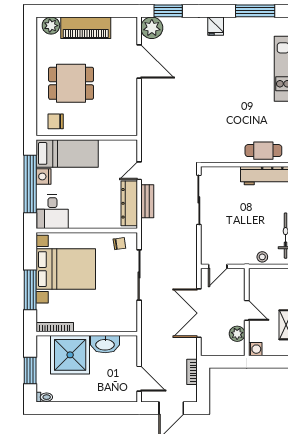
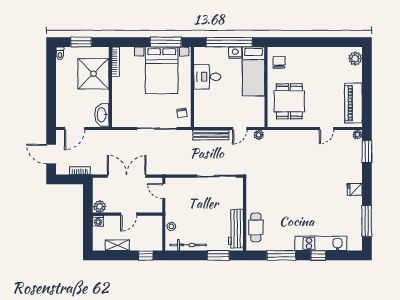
piano: (86, 28) -> (353, 103), moved
plant: (152, 28) -> (357, 135), width x0.53, depth x0.53
door: (139, 62) -> (327, 129), width x0.53
dining table: (71, 83) -> (289, 101), moved
plant: (147, 147) -> (259, 135), added
door: (139, 171) -> (240, 129), swing flipped
bench: (147, 201) -> (211, 135), width x1.36
dresser: (129, 203) -> (214, 121), removed
desk: (52, 212) -> (207, 77), moved
window: (30, 290) -> (166, 42), moved
plant: (237, 334) -> (100, 207), moved
washbasin: (105, 344) -> (102, 115), moved

